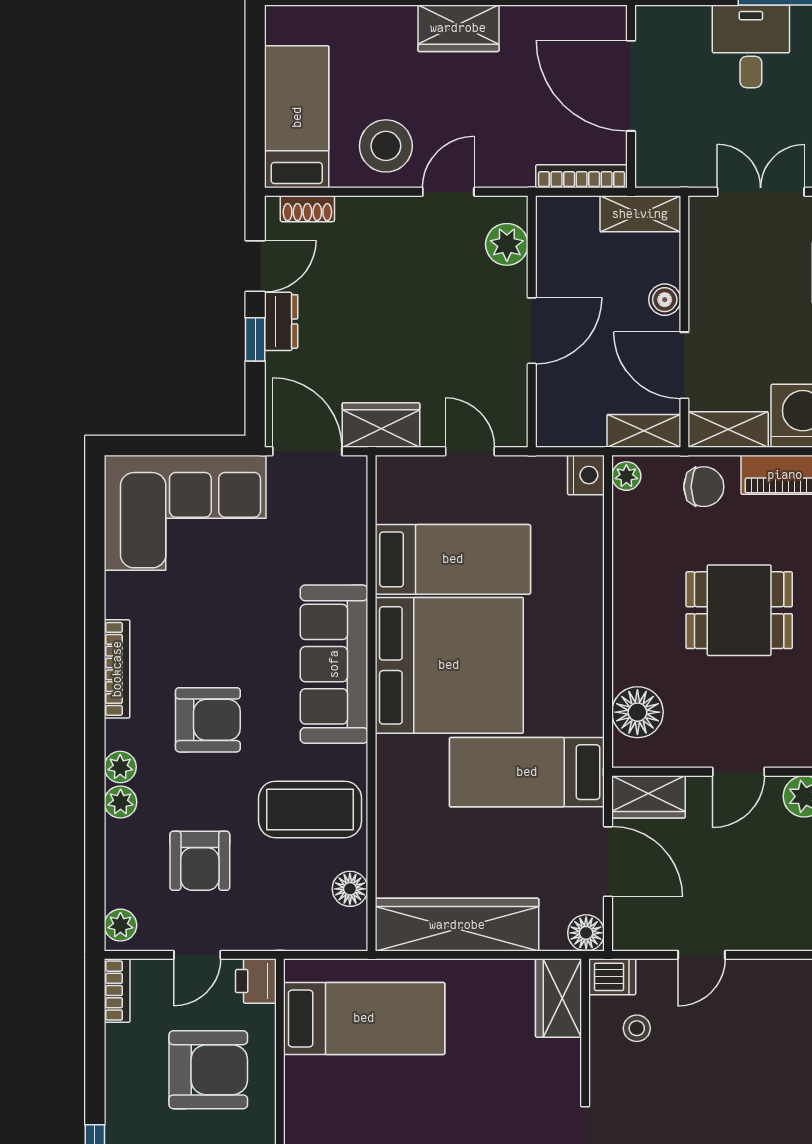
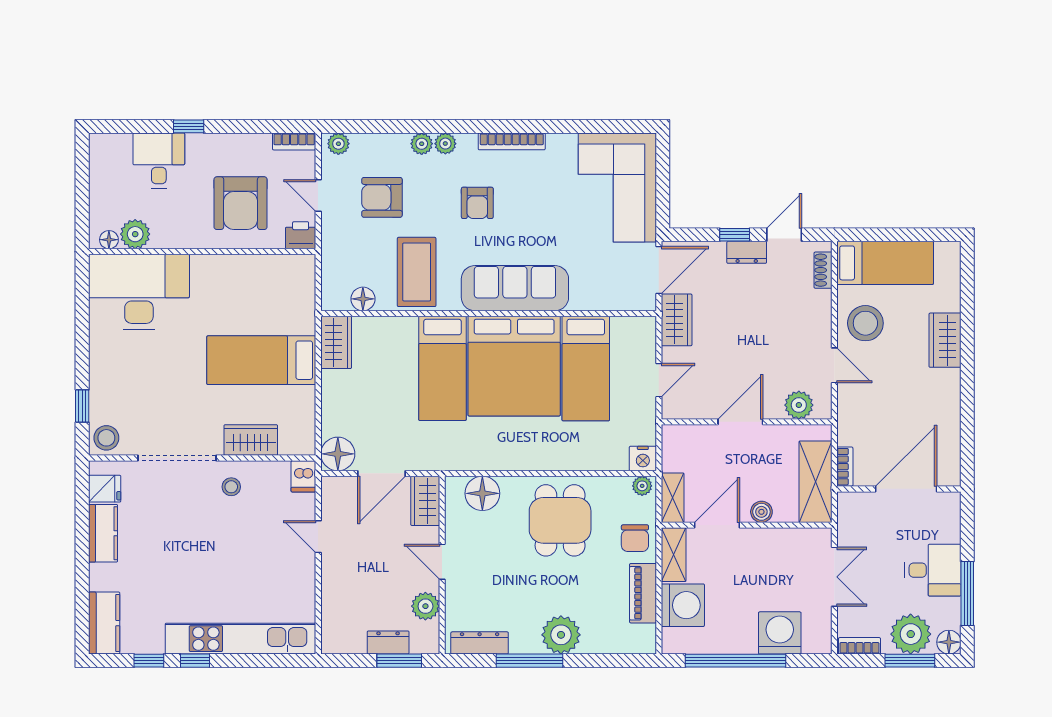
wardrobe: (458, 28) -> (945, 340), moved
bookcase: (582, 176) -> (845, 467), width x0.64
shelving: (640, 214) -> (815, 482), width x1.50, depth x1.33
door: (255, 266) -> (784, 235), swing flipped
door: (532, 331) -> (740, 422), swing flipped
dining table: (739, 610) -> (560, 520), moved
armchair: (208, 720) -> (477, 203), width x0.72, depth x0.72
bed: (527, 772) -> (442, 368), moved, turned 180
wardrobe: (457, 925) -> (336, 342), width x0.48, depth x0.85
floor lamp: (586, 933) -> (338, 454), width x1.38, depth x1.38
wardrobe: (559, 998) -> (251, 440), moved
bed: (364, 1018) -> (261, 360), moved, turned 90
stool: (637, 1028) -> (231, 487), moved

